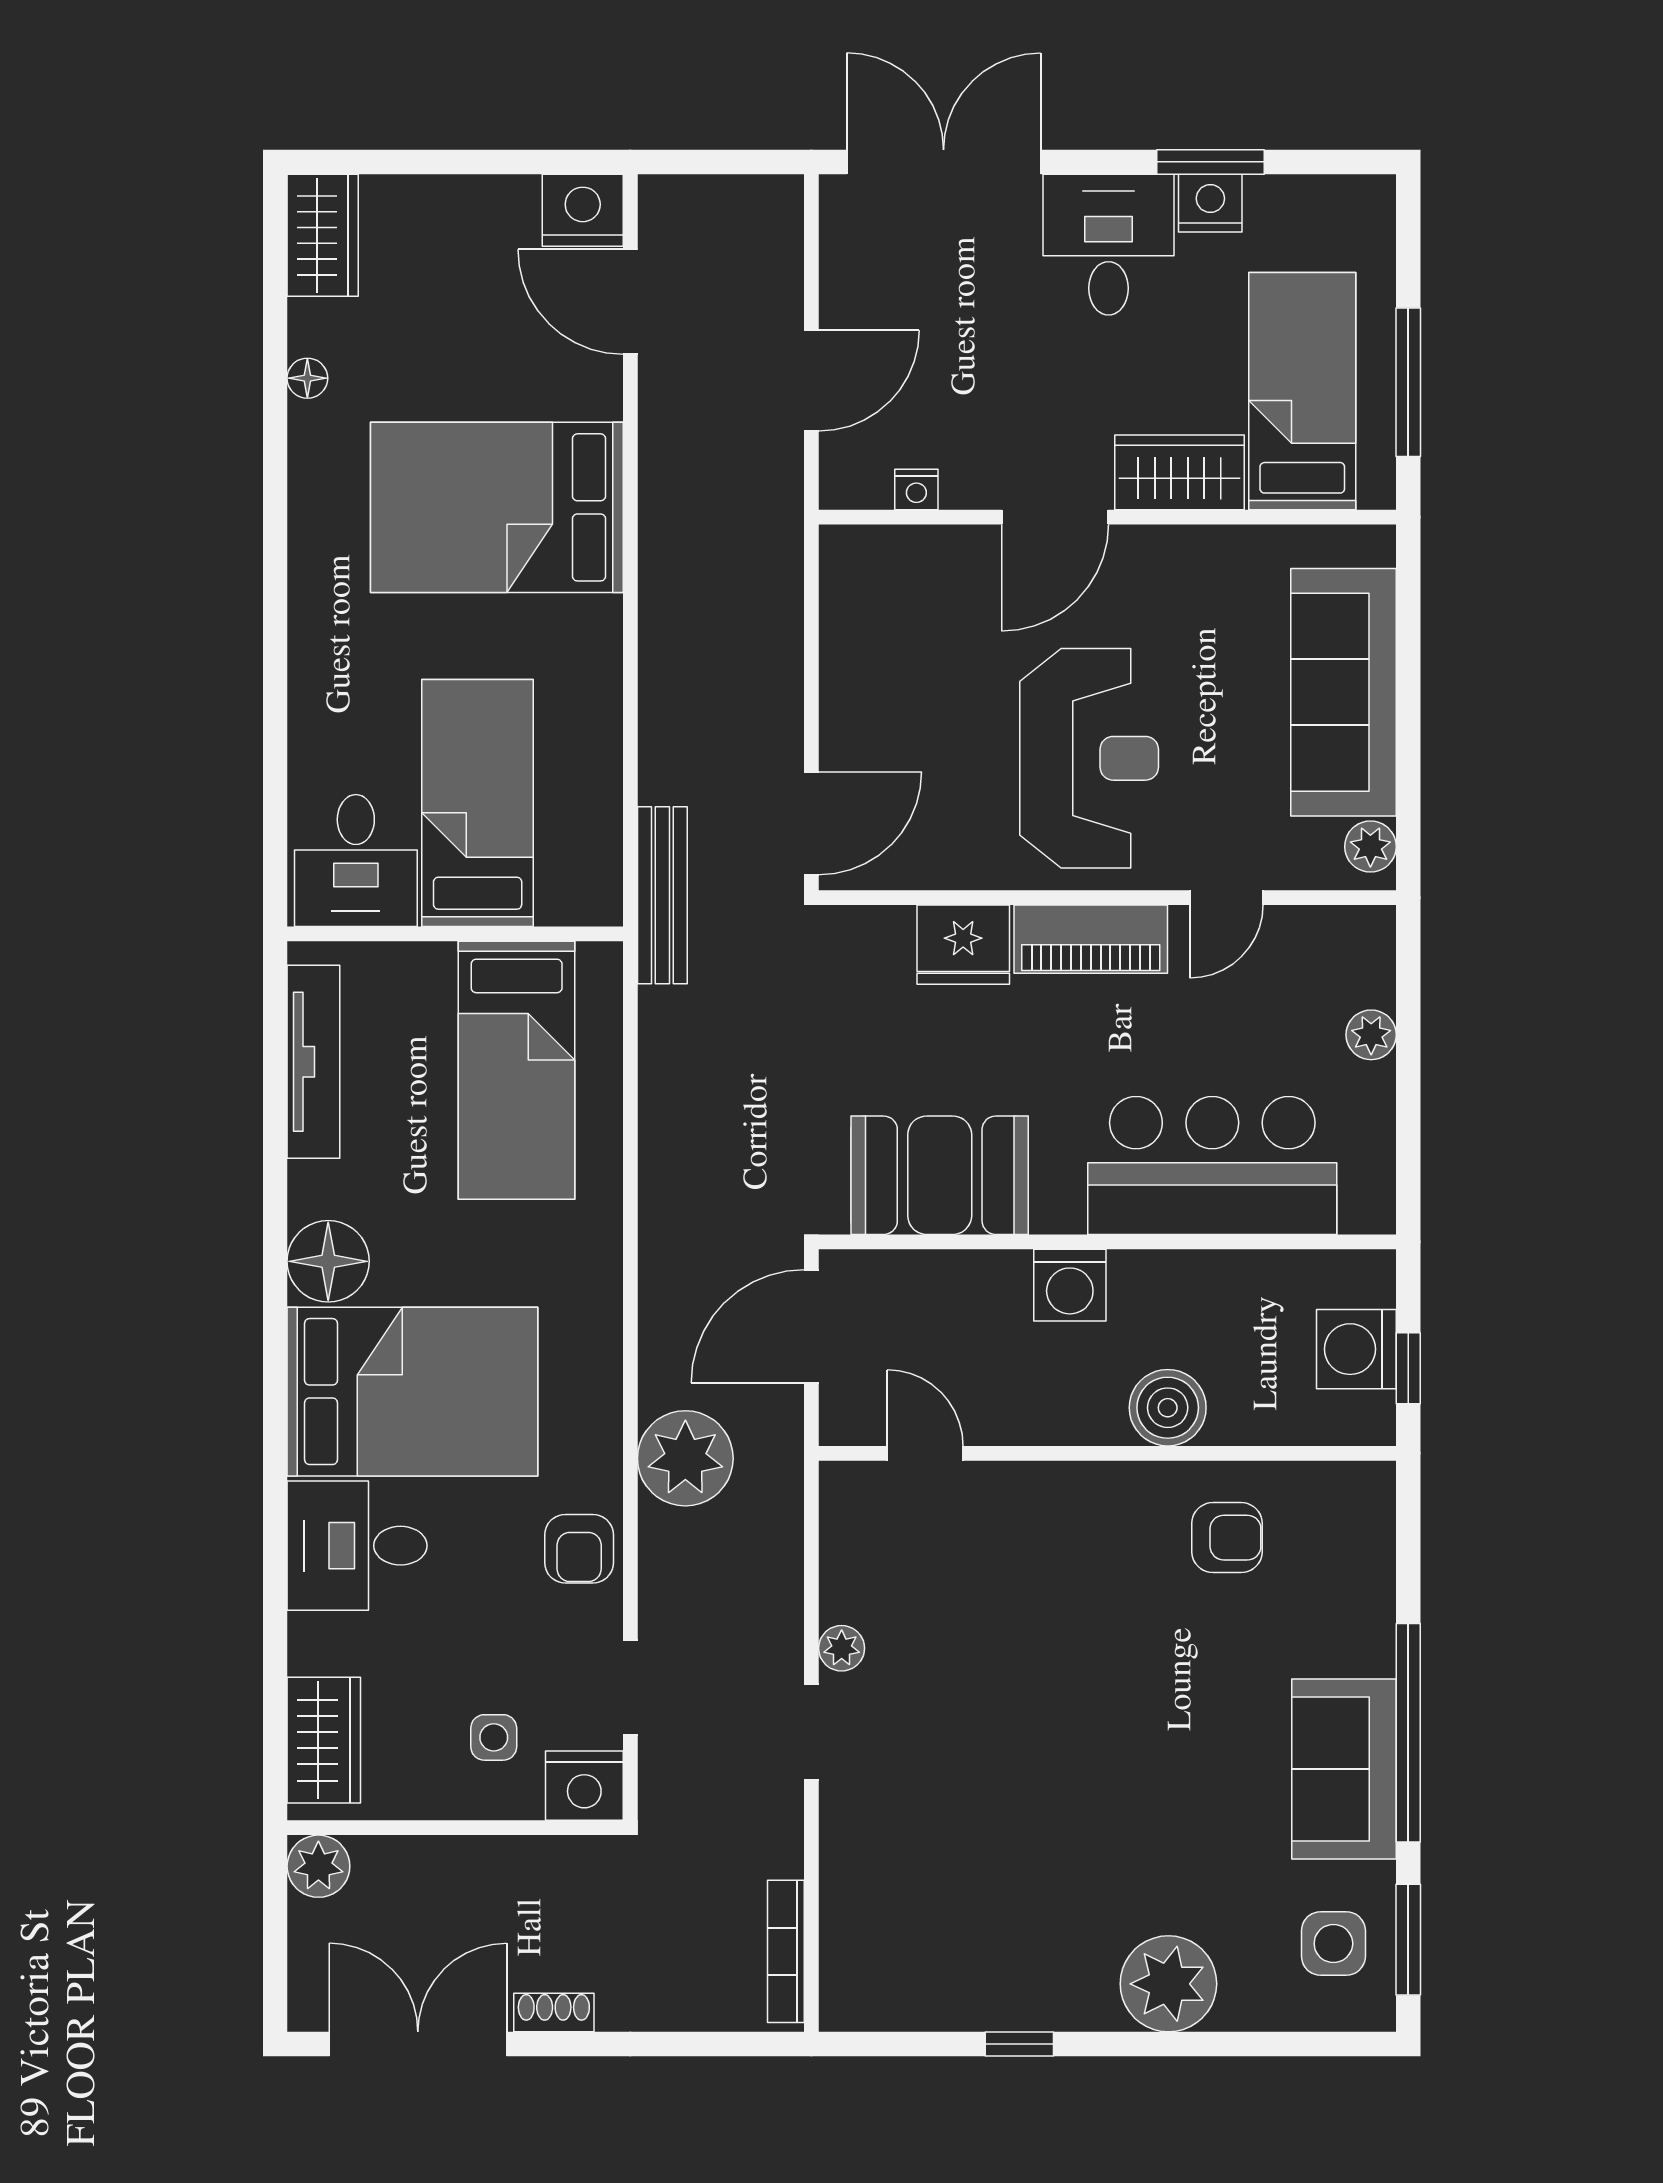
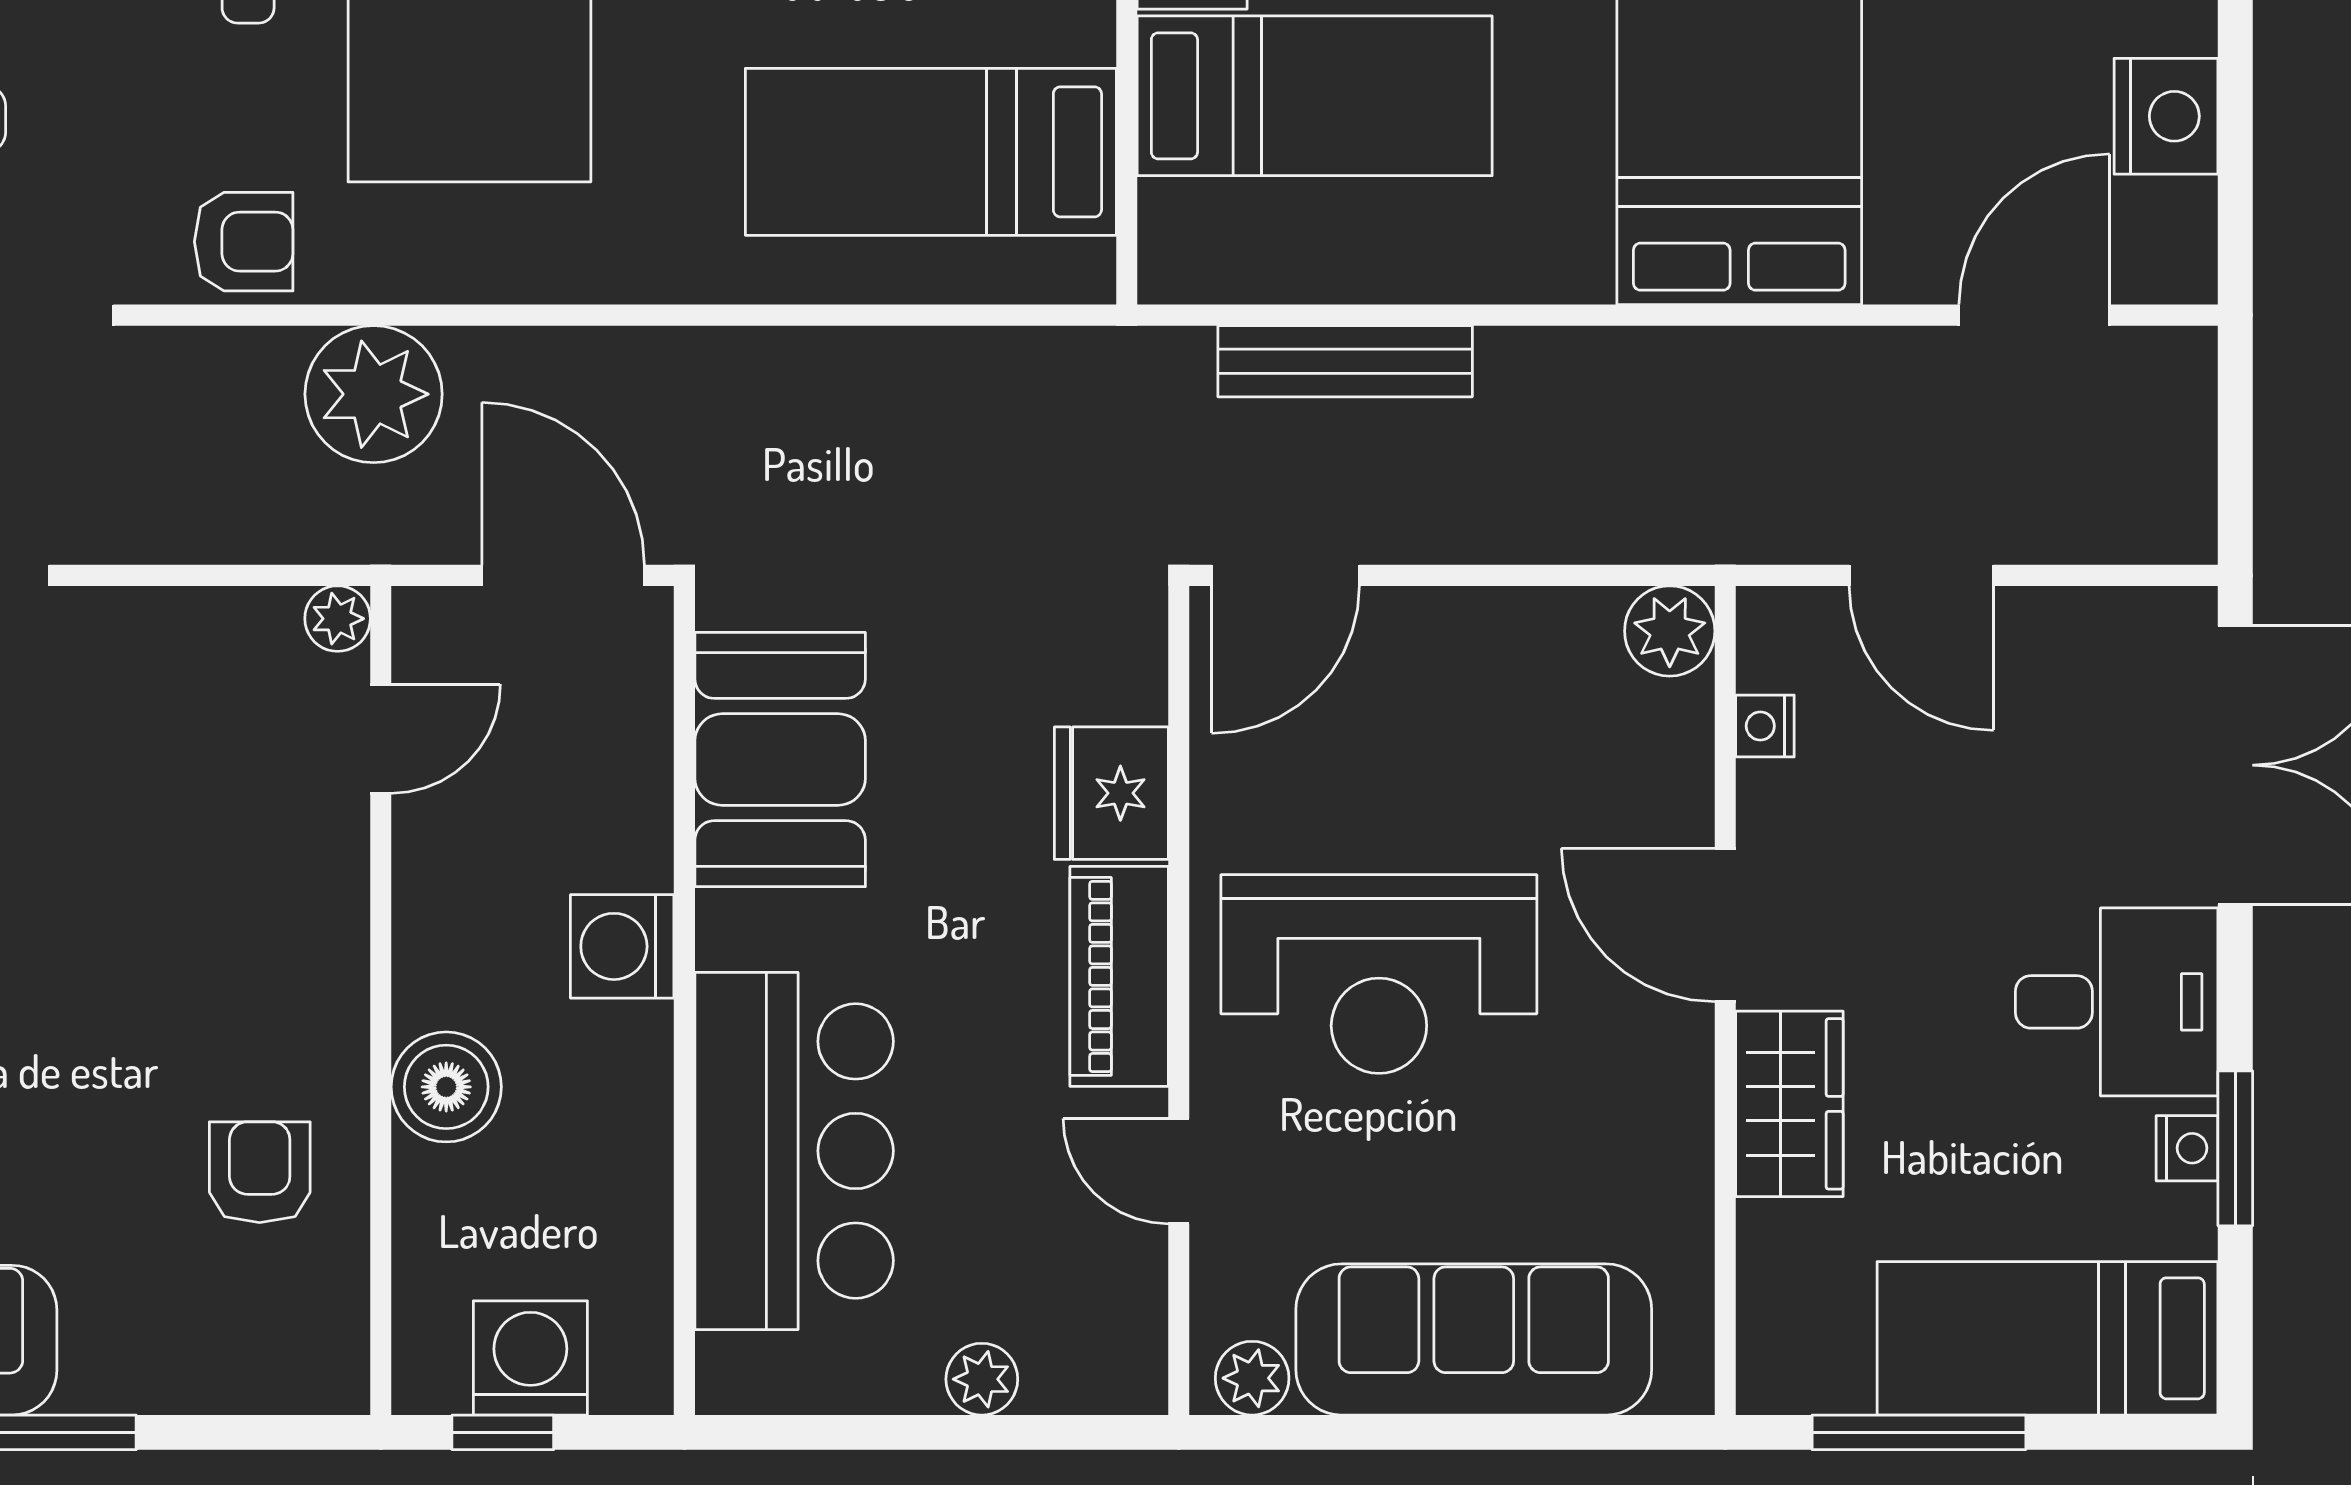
nightstand: (1210, 203) -> (2187, 1148), width x0.72, depth x0.74
nightstand: (583, 210) -> (2166, 116), moved
bed: (1302, 391) -> (2048, 1338), moved, turned 180
plant: (850, 556) -> (1670, 631), added
door: (811, 823) -> (1286, 575), hinge flipped
bench: (662, 895) -> (1345, 361), moved
armchair: (1227, 1538) -> (260, 1172), turned 180
armchair: (579, 1549) -> (244, 242), turned 180
plant: (842, 1648) -> (338, 619), moved

